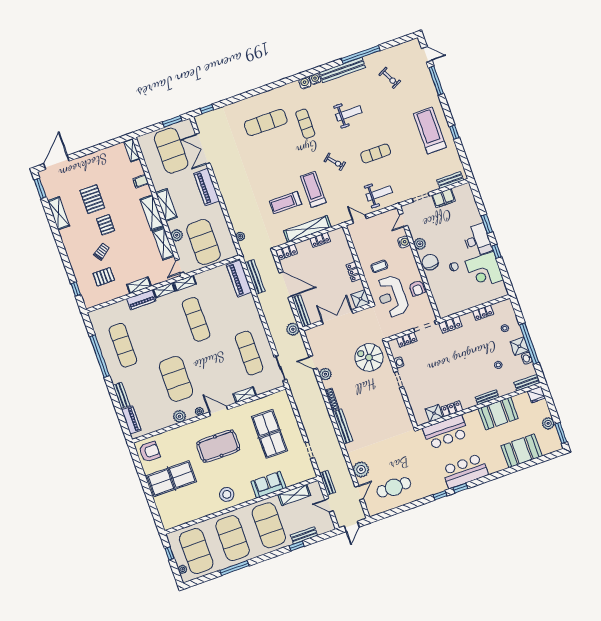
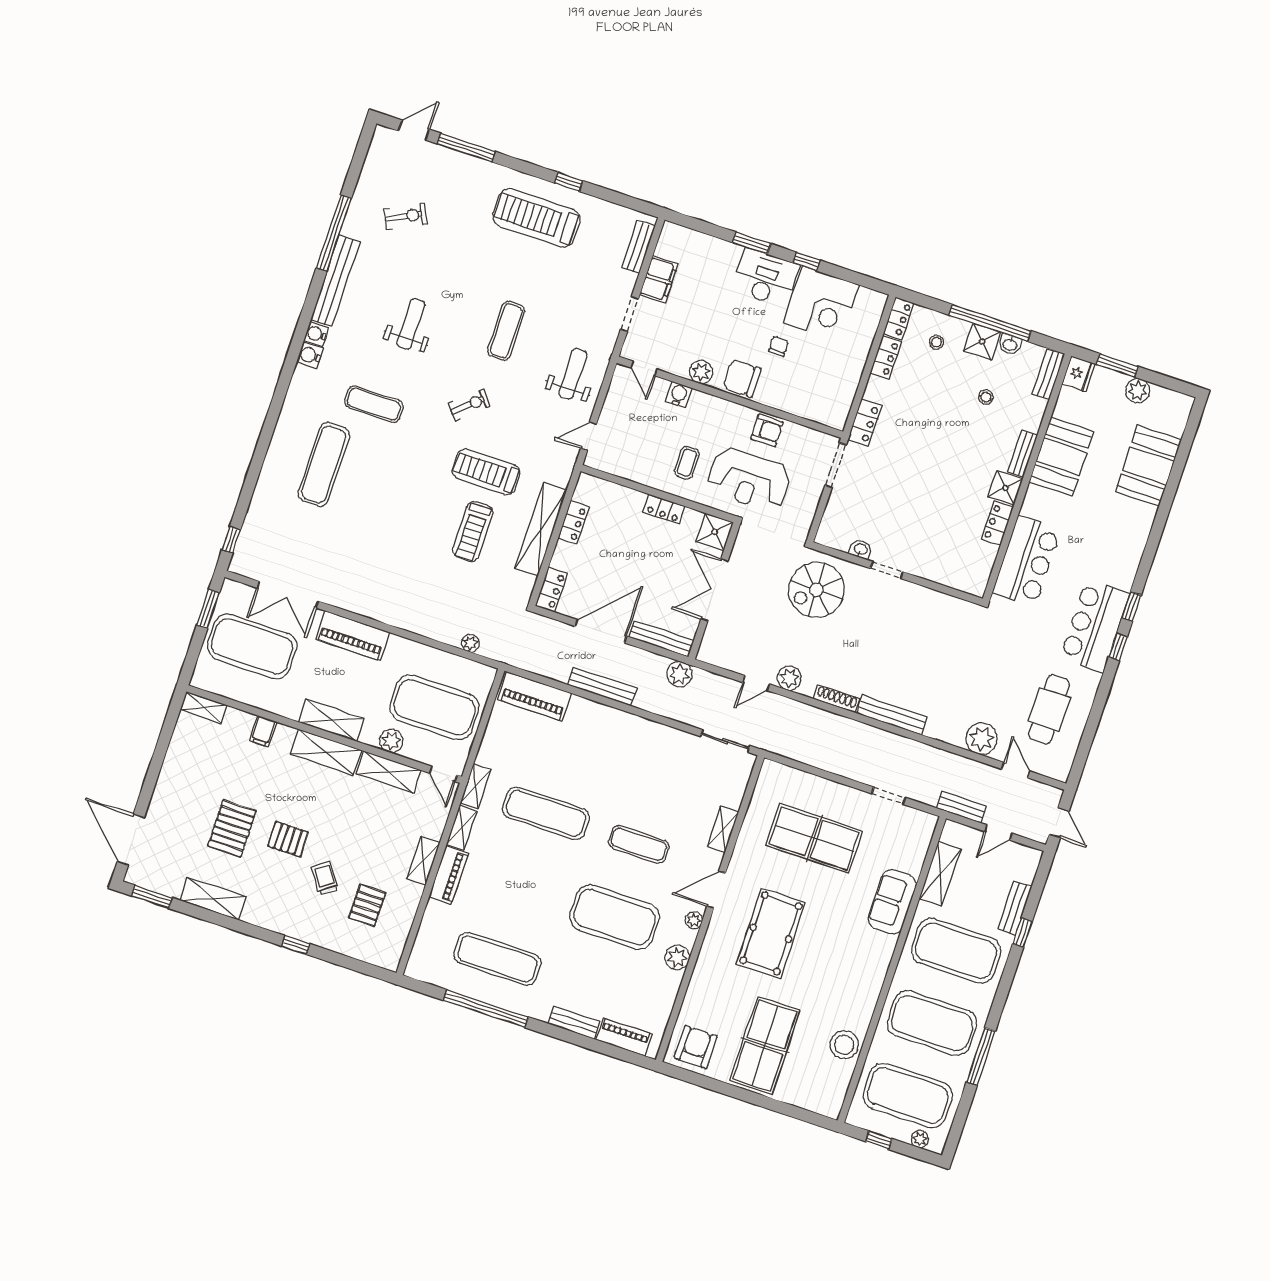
pallet: (92, 199) -> (232, 829), turned 90
bench: (255, 277) -> (602, 687), moved
window: (76, 289) -> (296, 945), moved
locker: (407, 340) -> (898, 318), moved
exercise mat: (249, 353) -> (639, 844), moved, width x0.73, depth x0.69
shower: (434, 413) -> (1005, 488), moved
window: (561, 433) -> (1117, 365), moved
bar counter: (465, 471) -> (1095, 626), moved
stool: (227, 494) -> (844, 1045), moved

